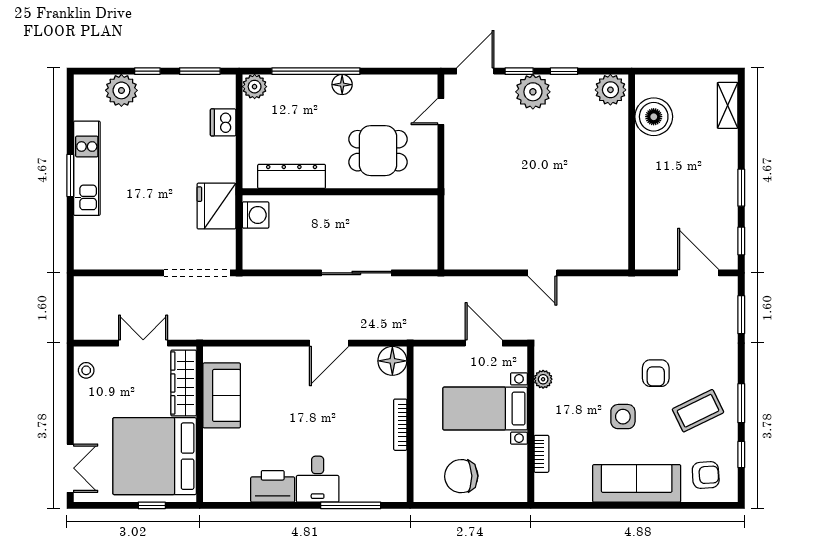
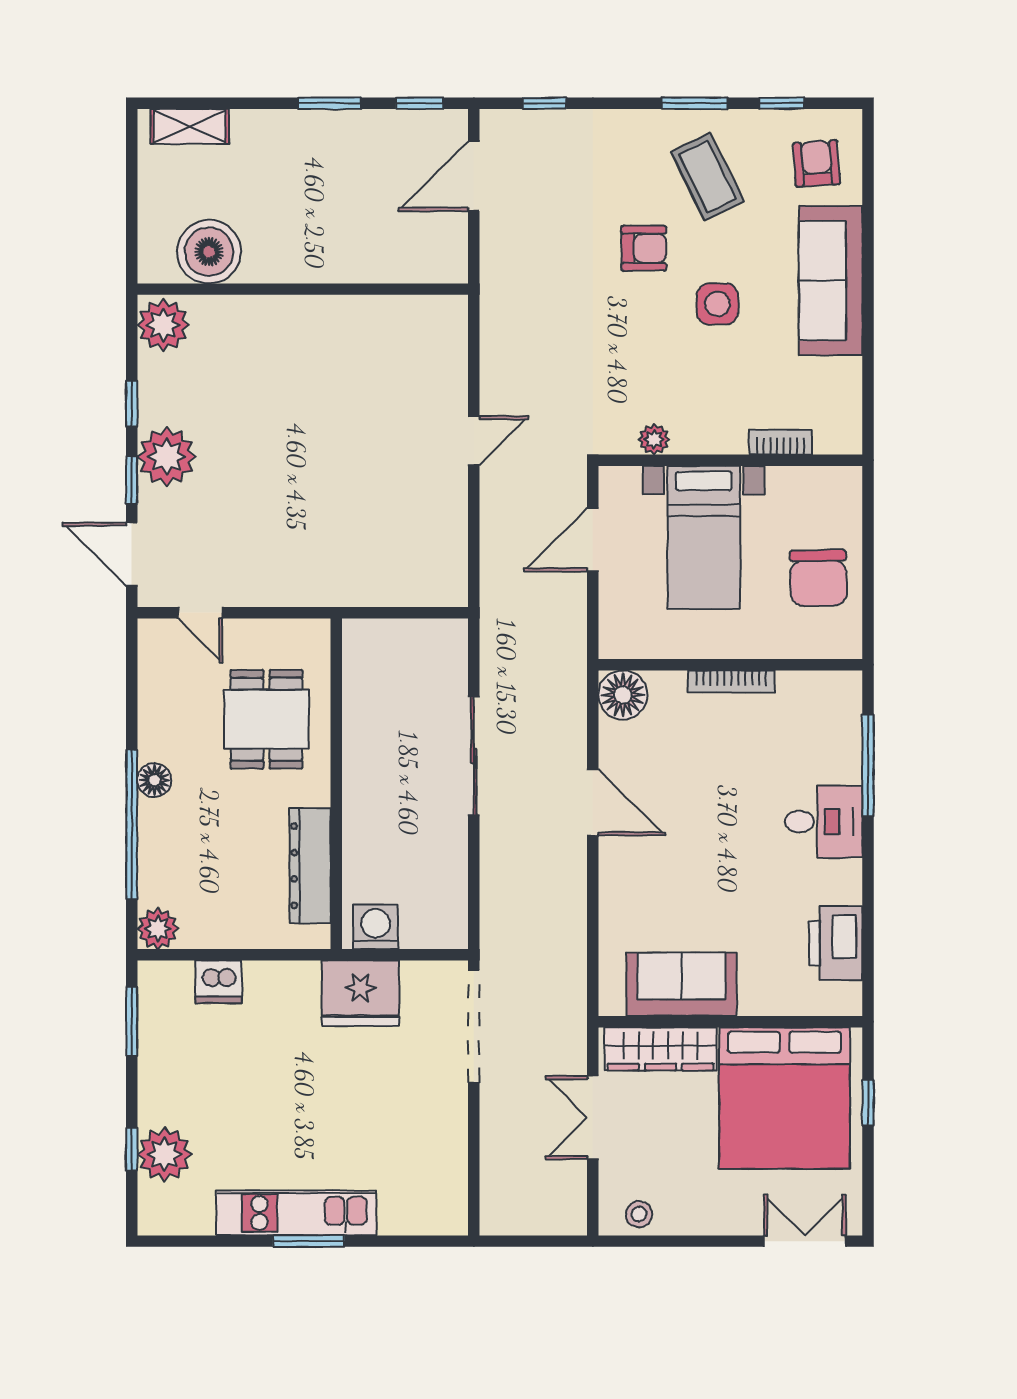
window: (147, 71) -> (132, 1149), moved
window: (741, 315) -> (545, 103), width x0.67
printer: (273, 486) -> (836, 943), moved

